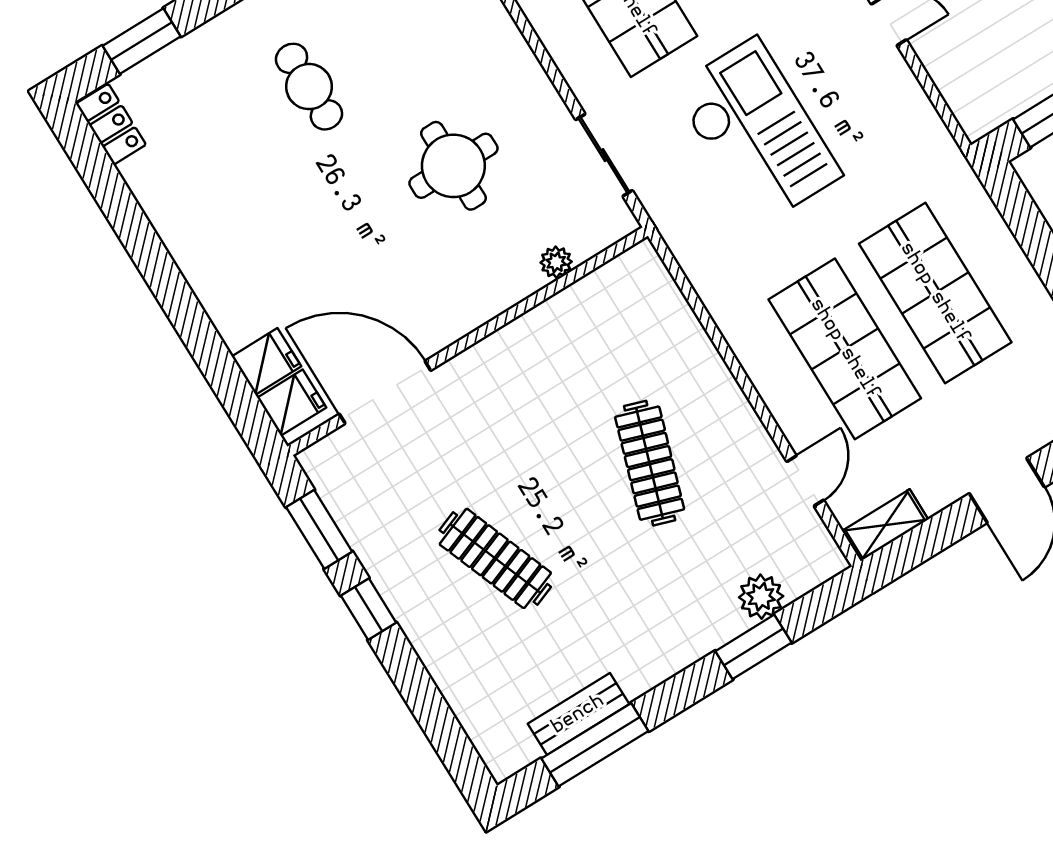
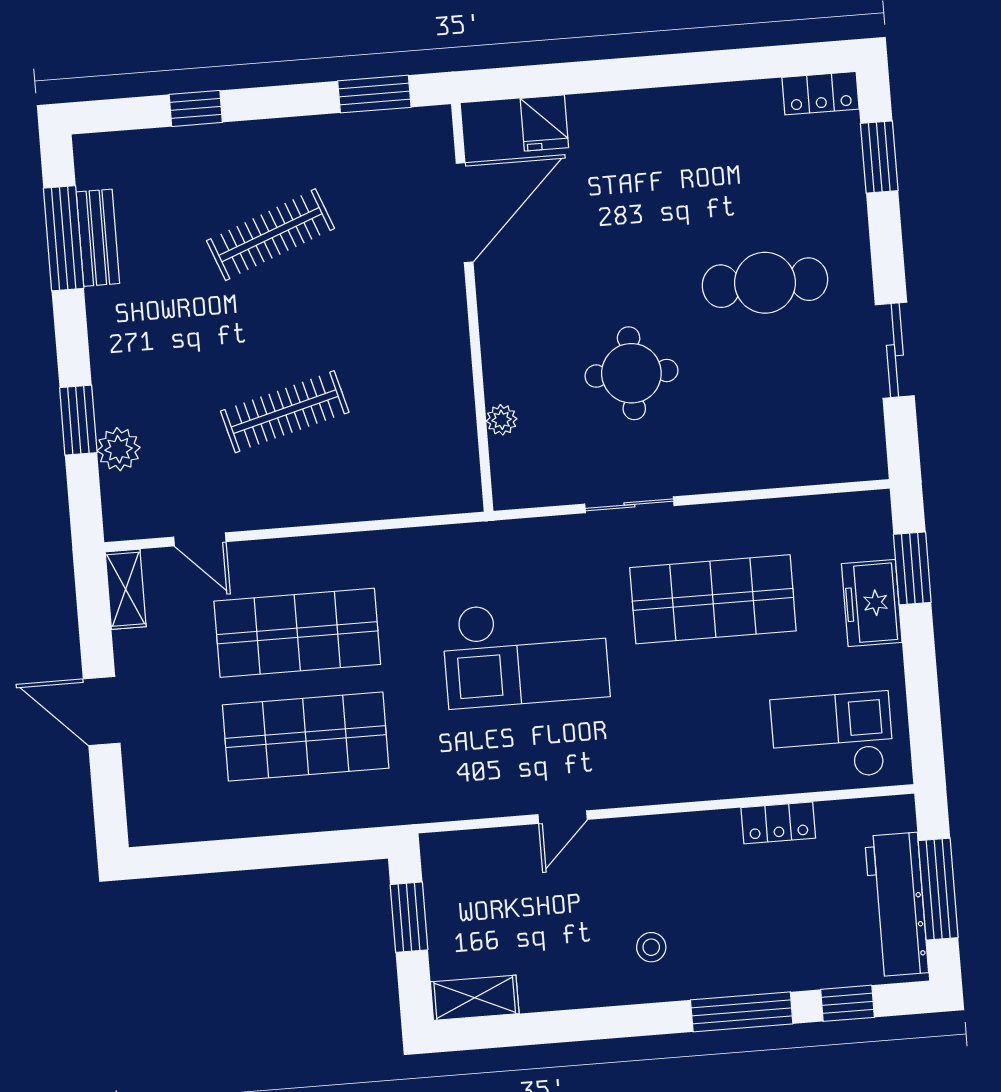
cafe table: (309, 87) -> (765, 283), width x1.37, depth x1.35
sliding door: (604, 155) -> (629, 505), moved
fridge: (292, 403) -> (497, 127), removed
clothes rail: (650, 463) -> (285, 412), turned -33
window: (368, 609) -> (196, 108), moved

